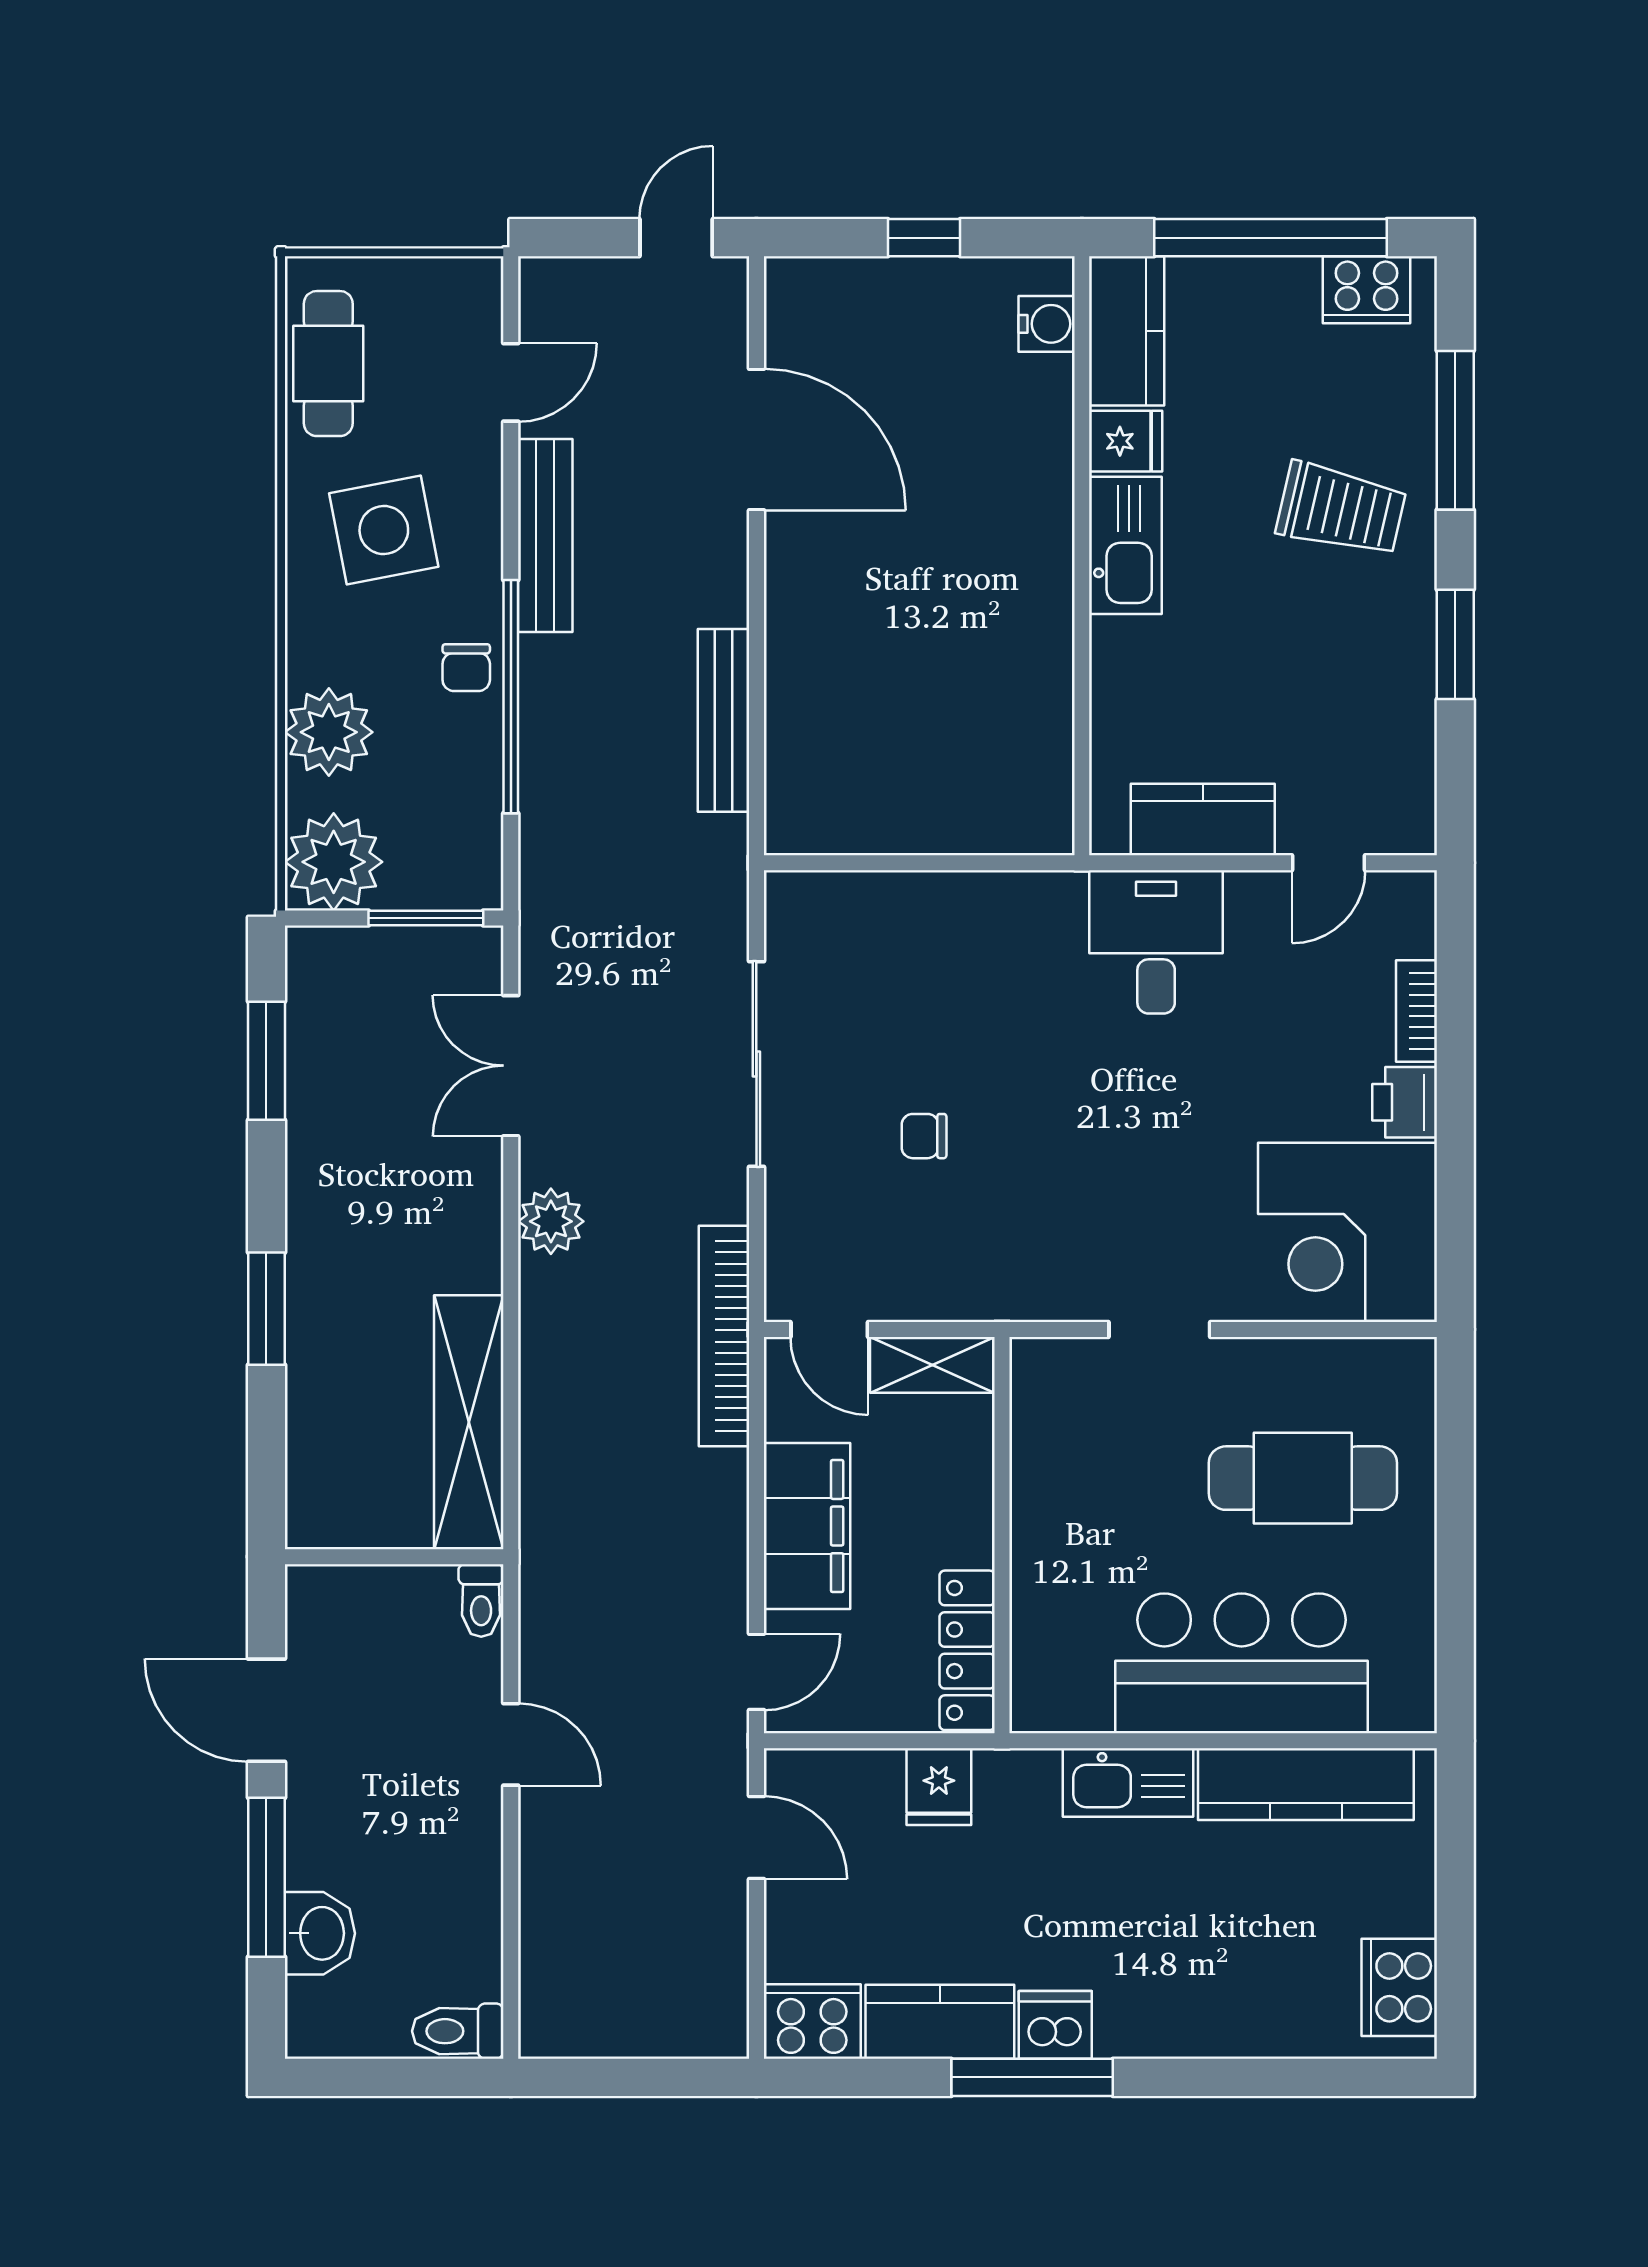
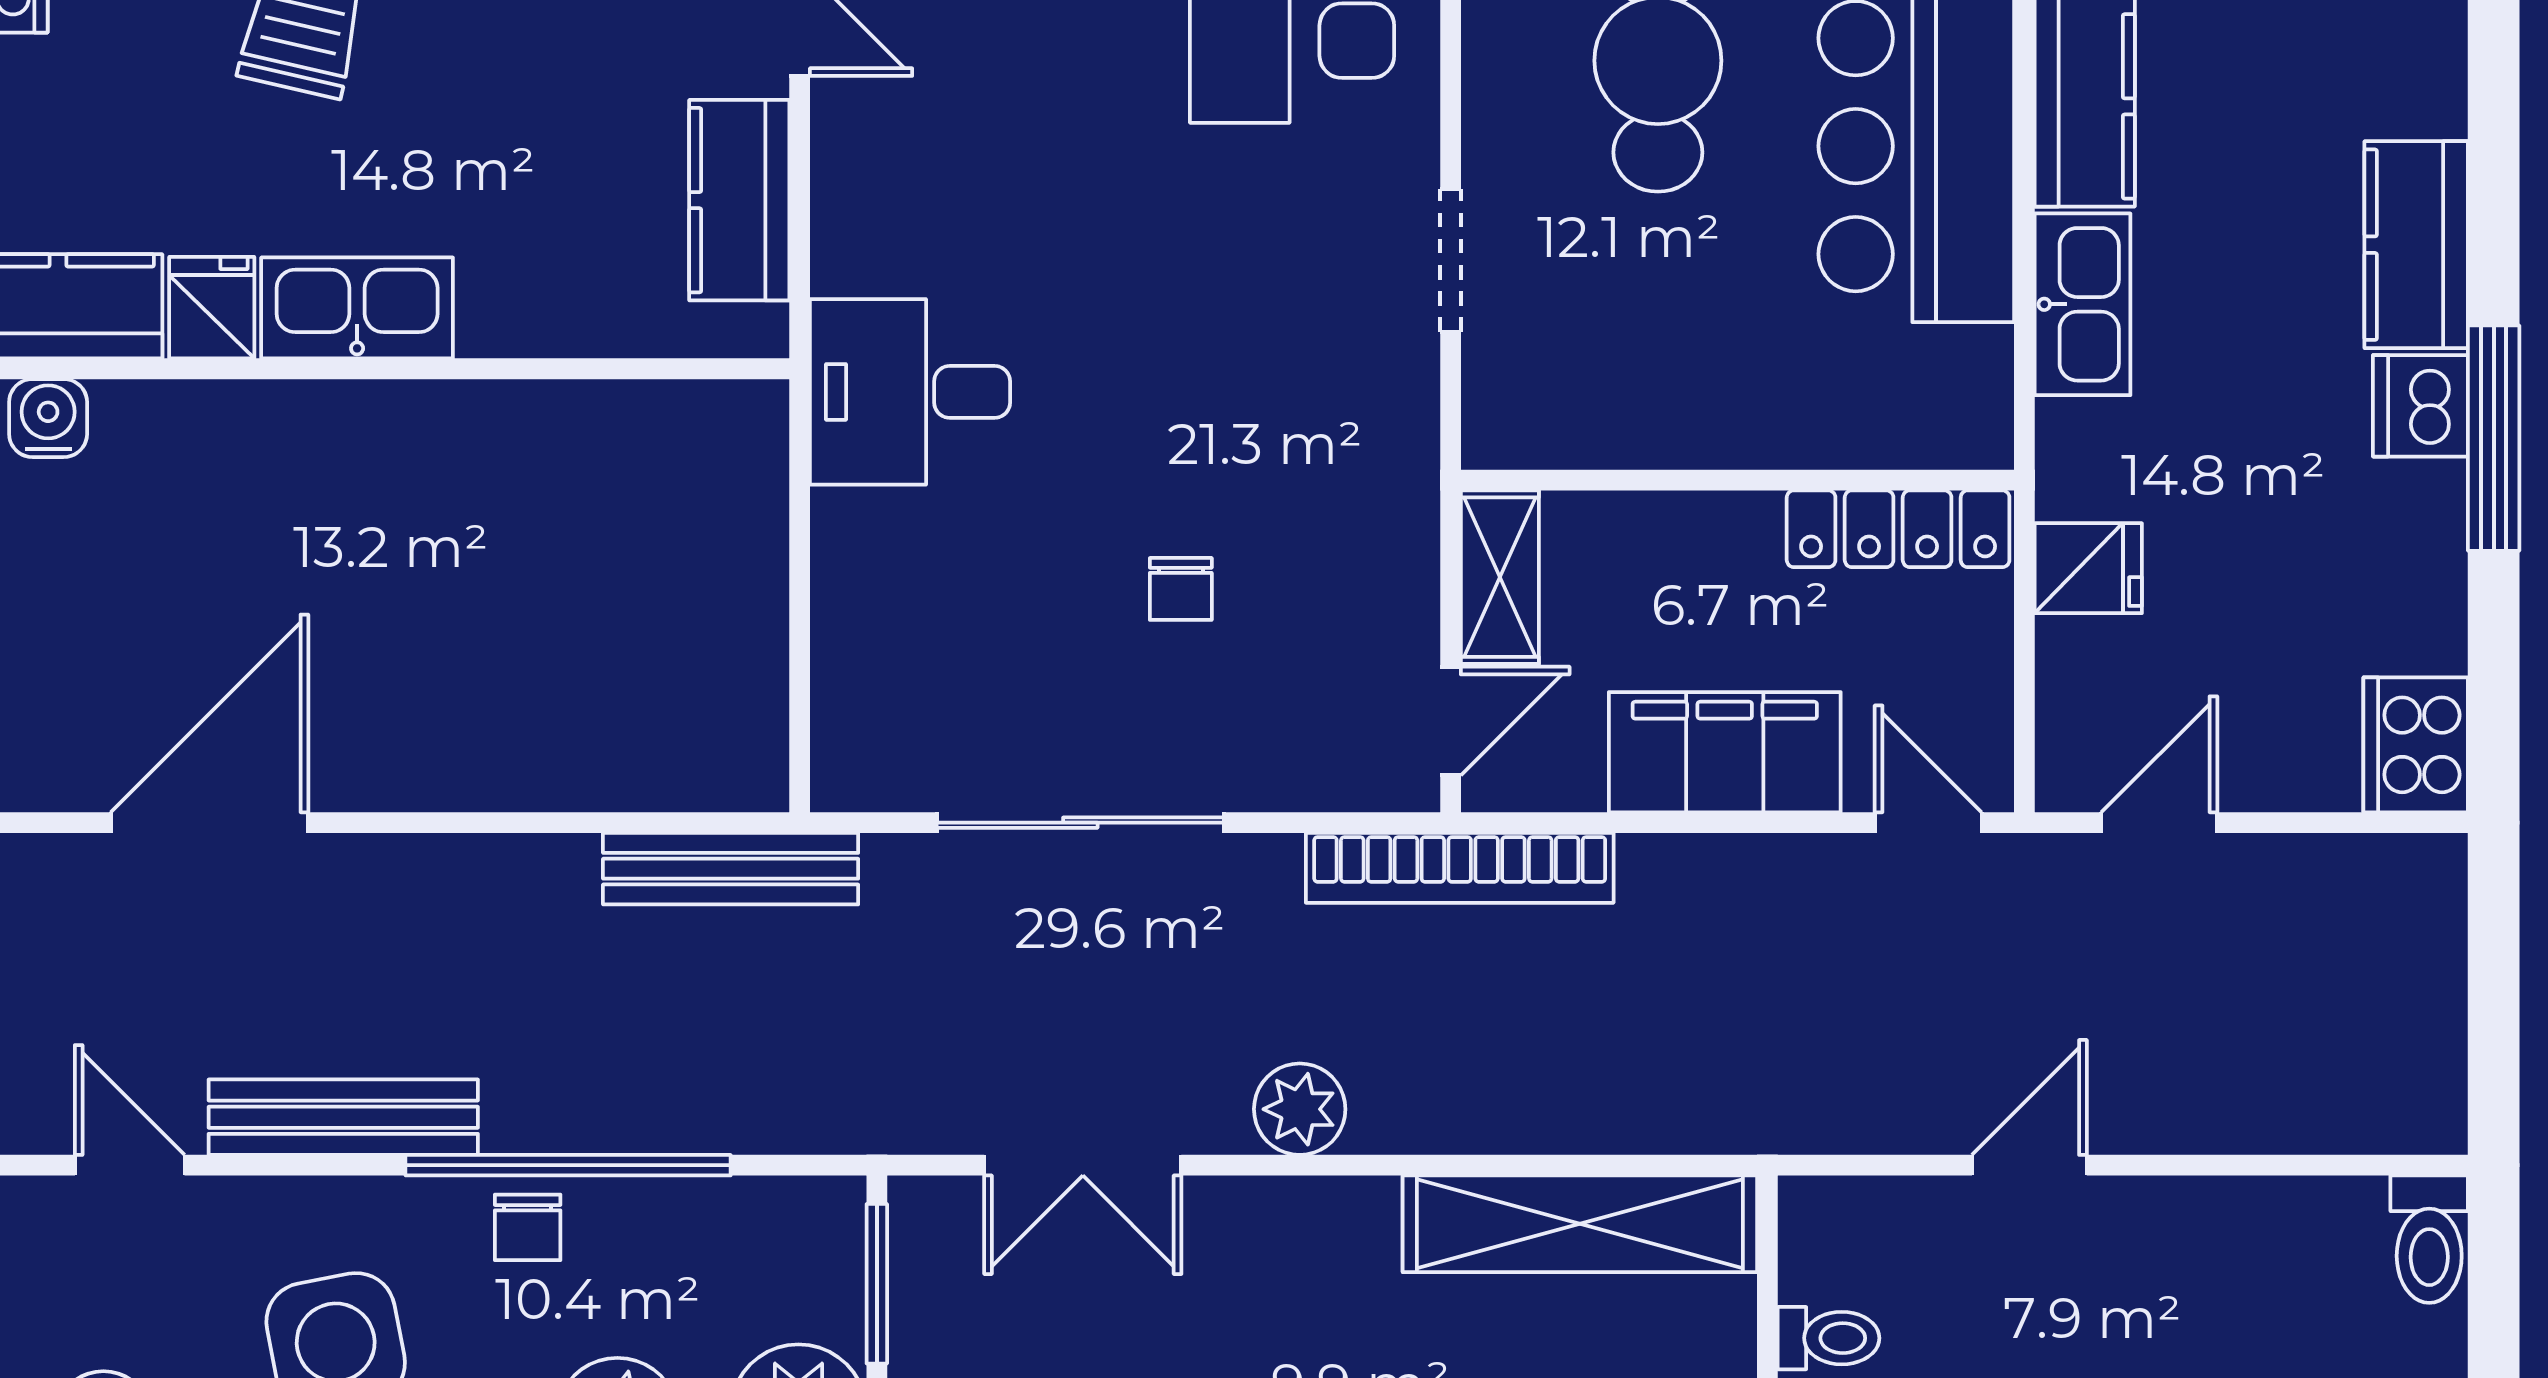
chair: (466, 668) -> (528, 1227), turned 90
bench: (723, 720) -> (731, 869), moved
desk: (1156, 942) -> (910, 392), moved
toilet: (481, 1600) -> (1829, 1338), moved
kitchen counter: (940, 2022) -> (2416, 245), moved

